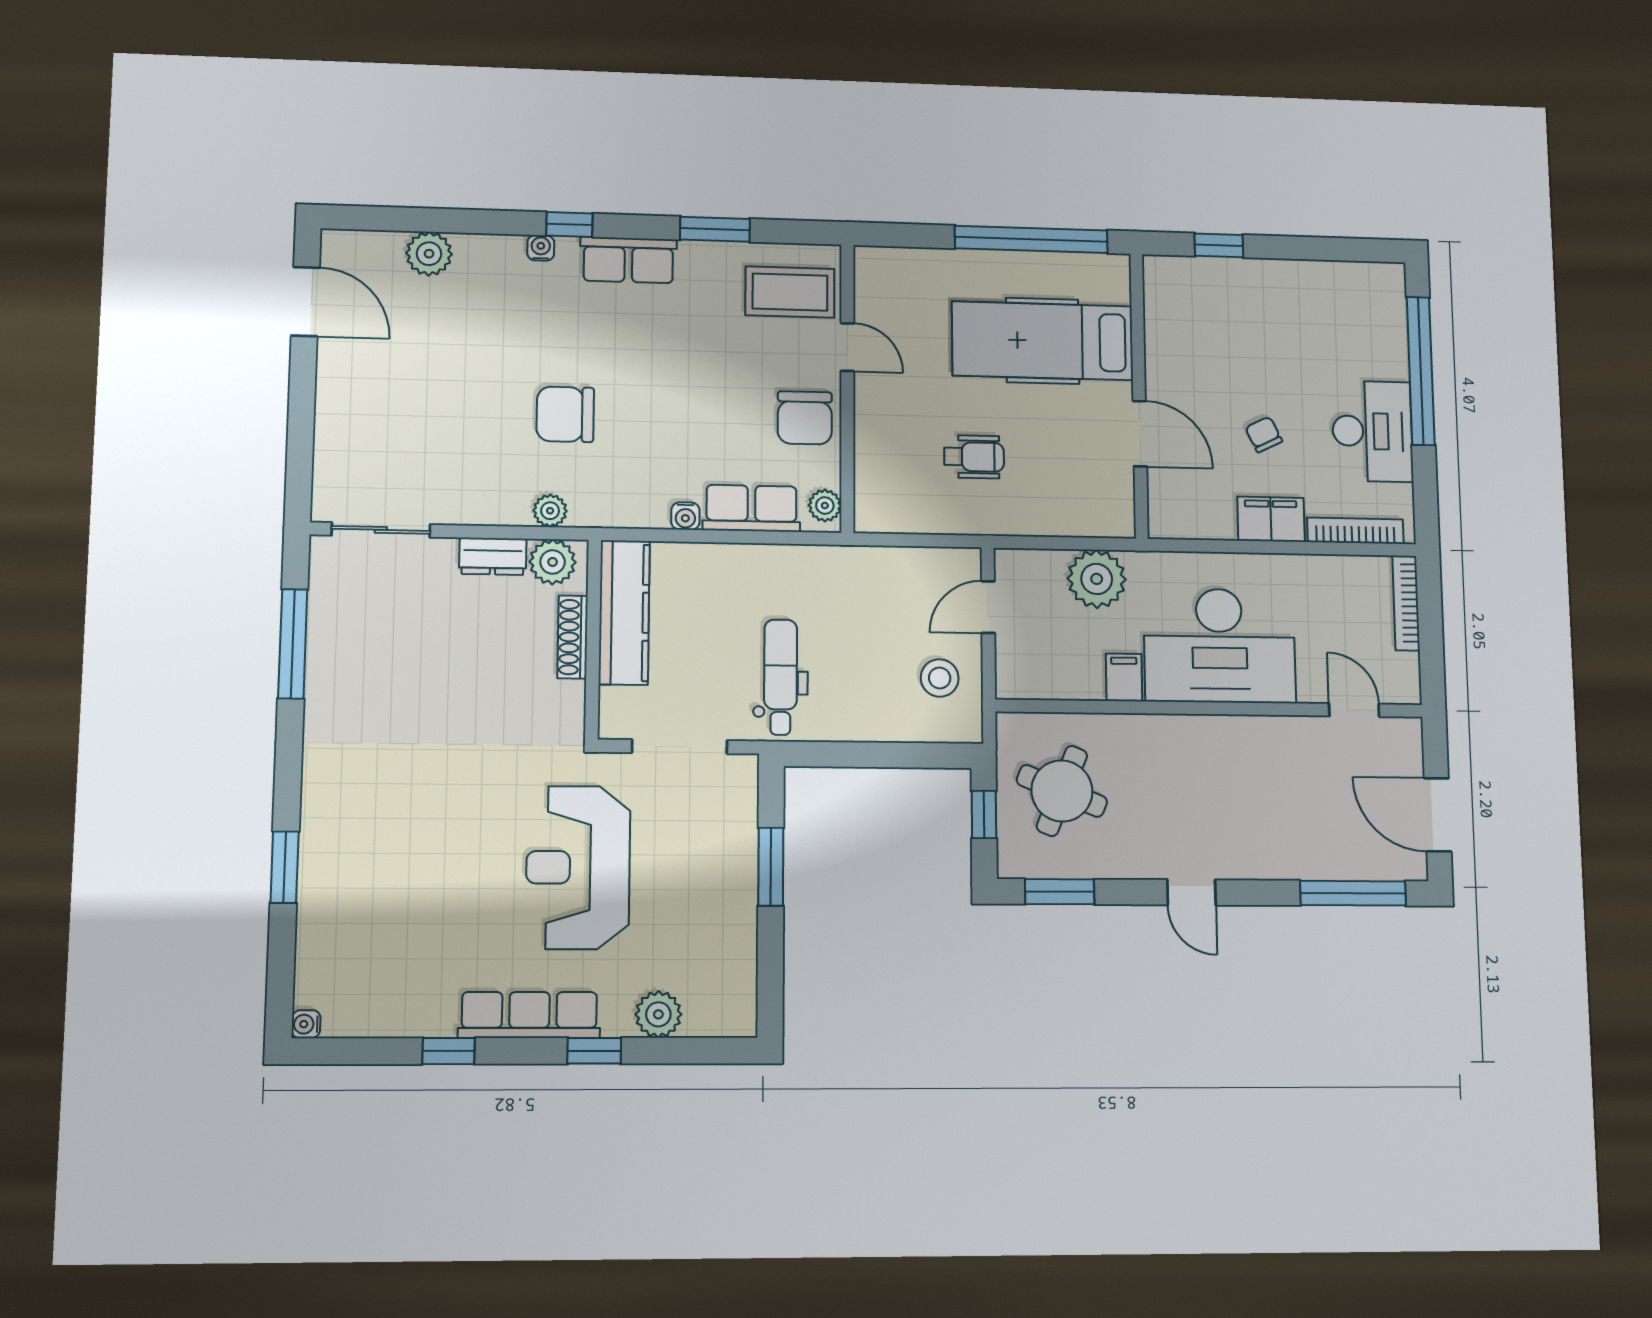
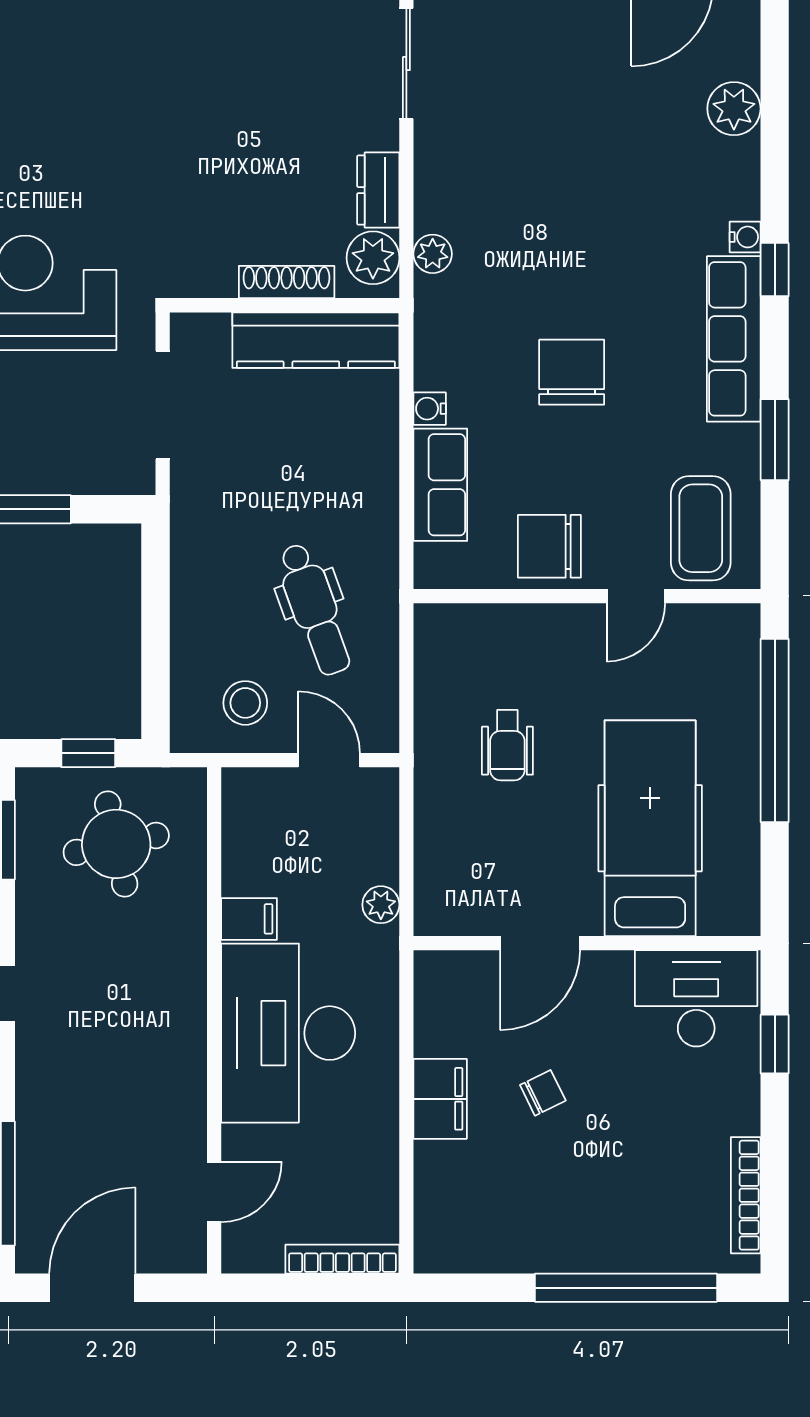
window: (1031, 239) -> (775, 731), moved
row of seats: (628, 260) -> (734, 339), width x1.48
chair: (565, 414) -> (572, 372), moved
desk: (1372, 431) -> (696, 998), moved, turned 180
plant: (825, 506) -> (445, 570), removed
bookcase: (1355, 531) -> (746, 1195), moved, turned 180
plant: (1097, 579) -> (381, 905), width x0.53, depth x0.53
dental chair: (781, 677) -> (315, 609), moved, turned 70
round table: (1062, 791) -> (116, 844), turned -34

